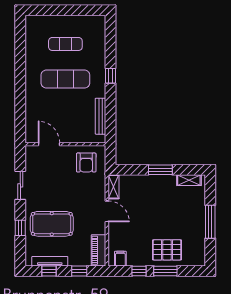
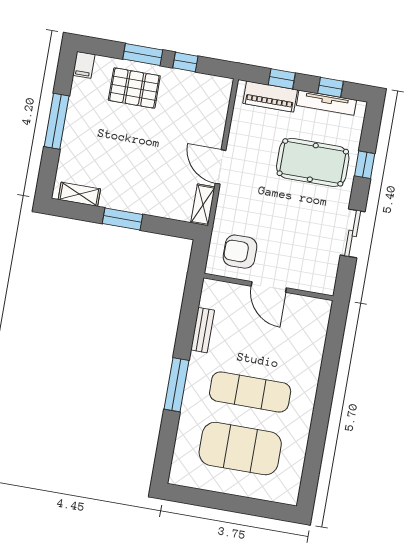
exercise mat: (65, 44) -> (240, 449), width x2.00, depth x1.45
window: (110, 76) -> (176, 385), width x2.17
bench: (101, 116) -> (203, 330), width x0.73
door: (49, 144) -> (269, 287), moved
armchair: (86, 163) -> (240, 252), turned -90
piano: (99, 250) -> (270, 97), moved, turned 90
filing cabinet: (120, 259) -> (84, 65), moved

